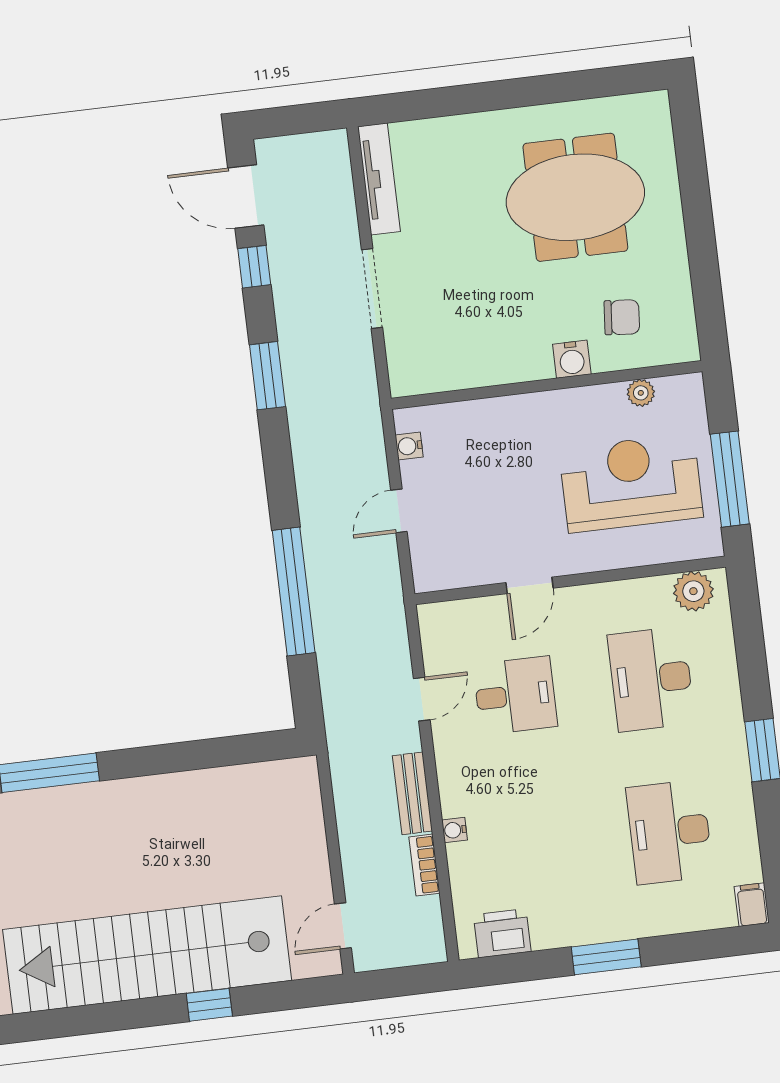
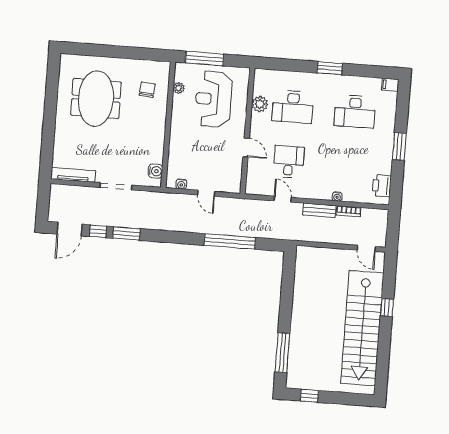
water cooler: (572, 359) -> (155, 171), moved
window: (267, 376) -> (126, 233), moved
window: (730, 479) -> (205, 58), moved
plant: (693, 591) -> (260, 104), moved

